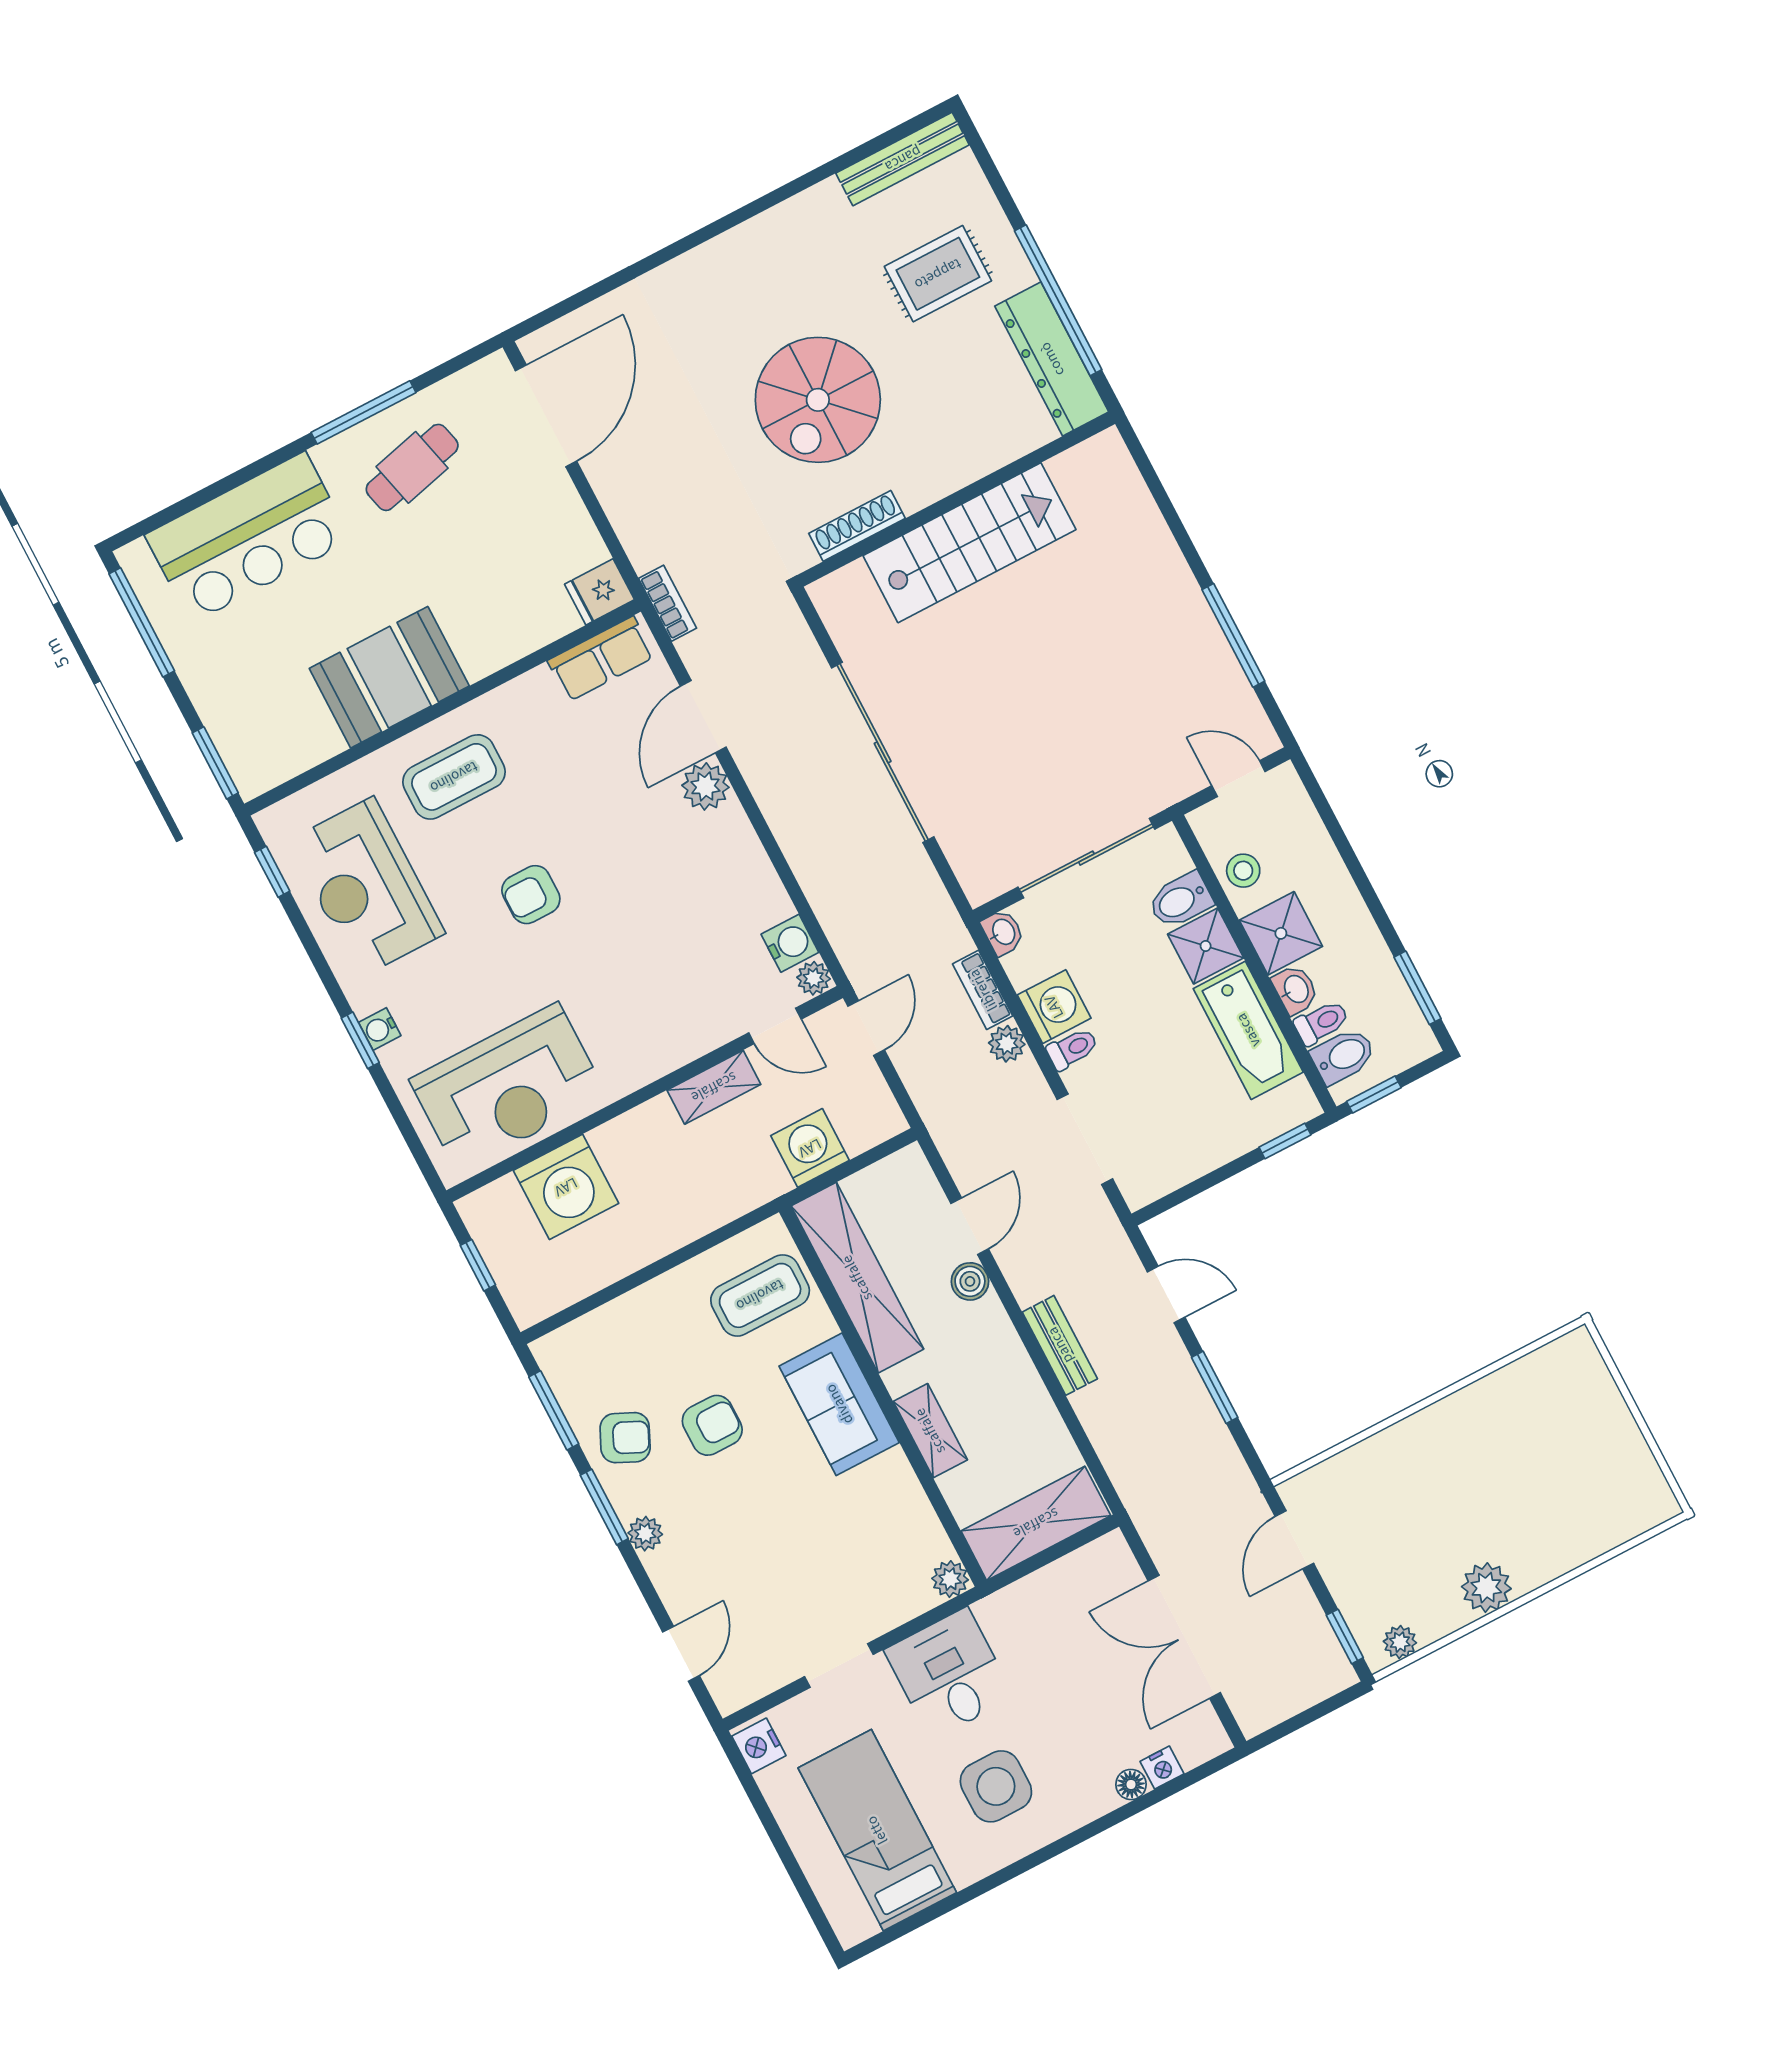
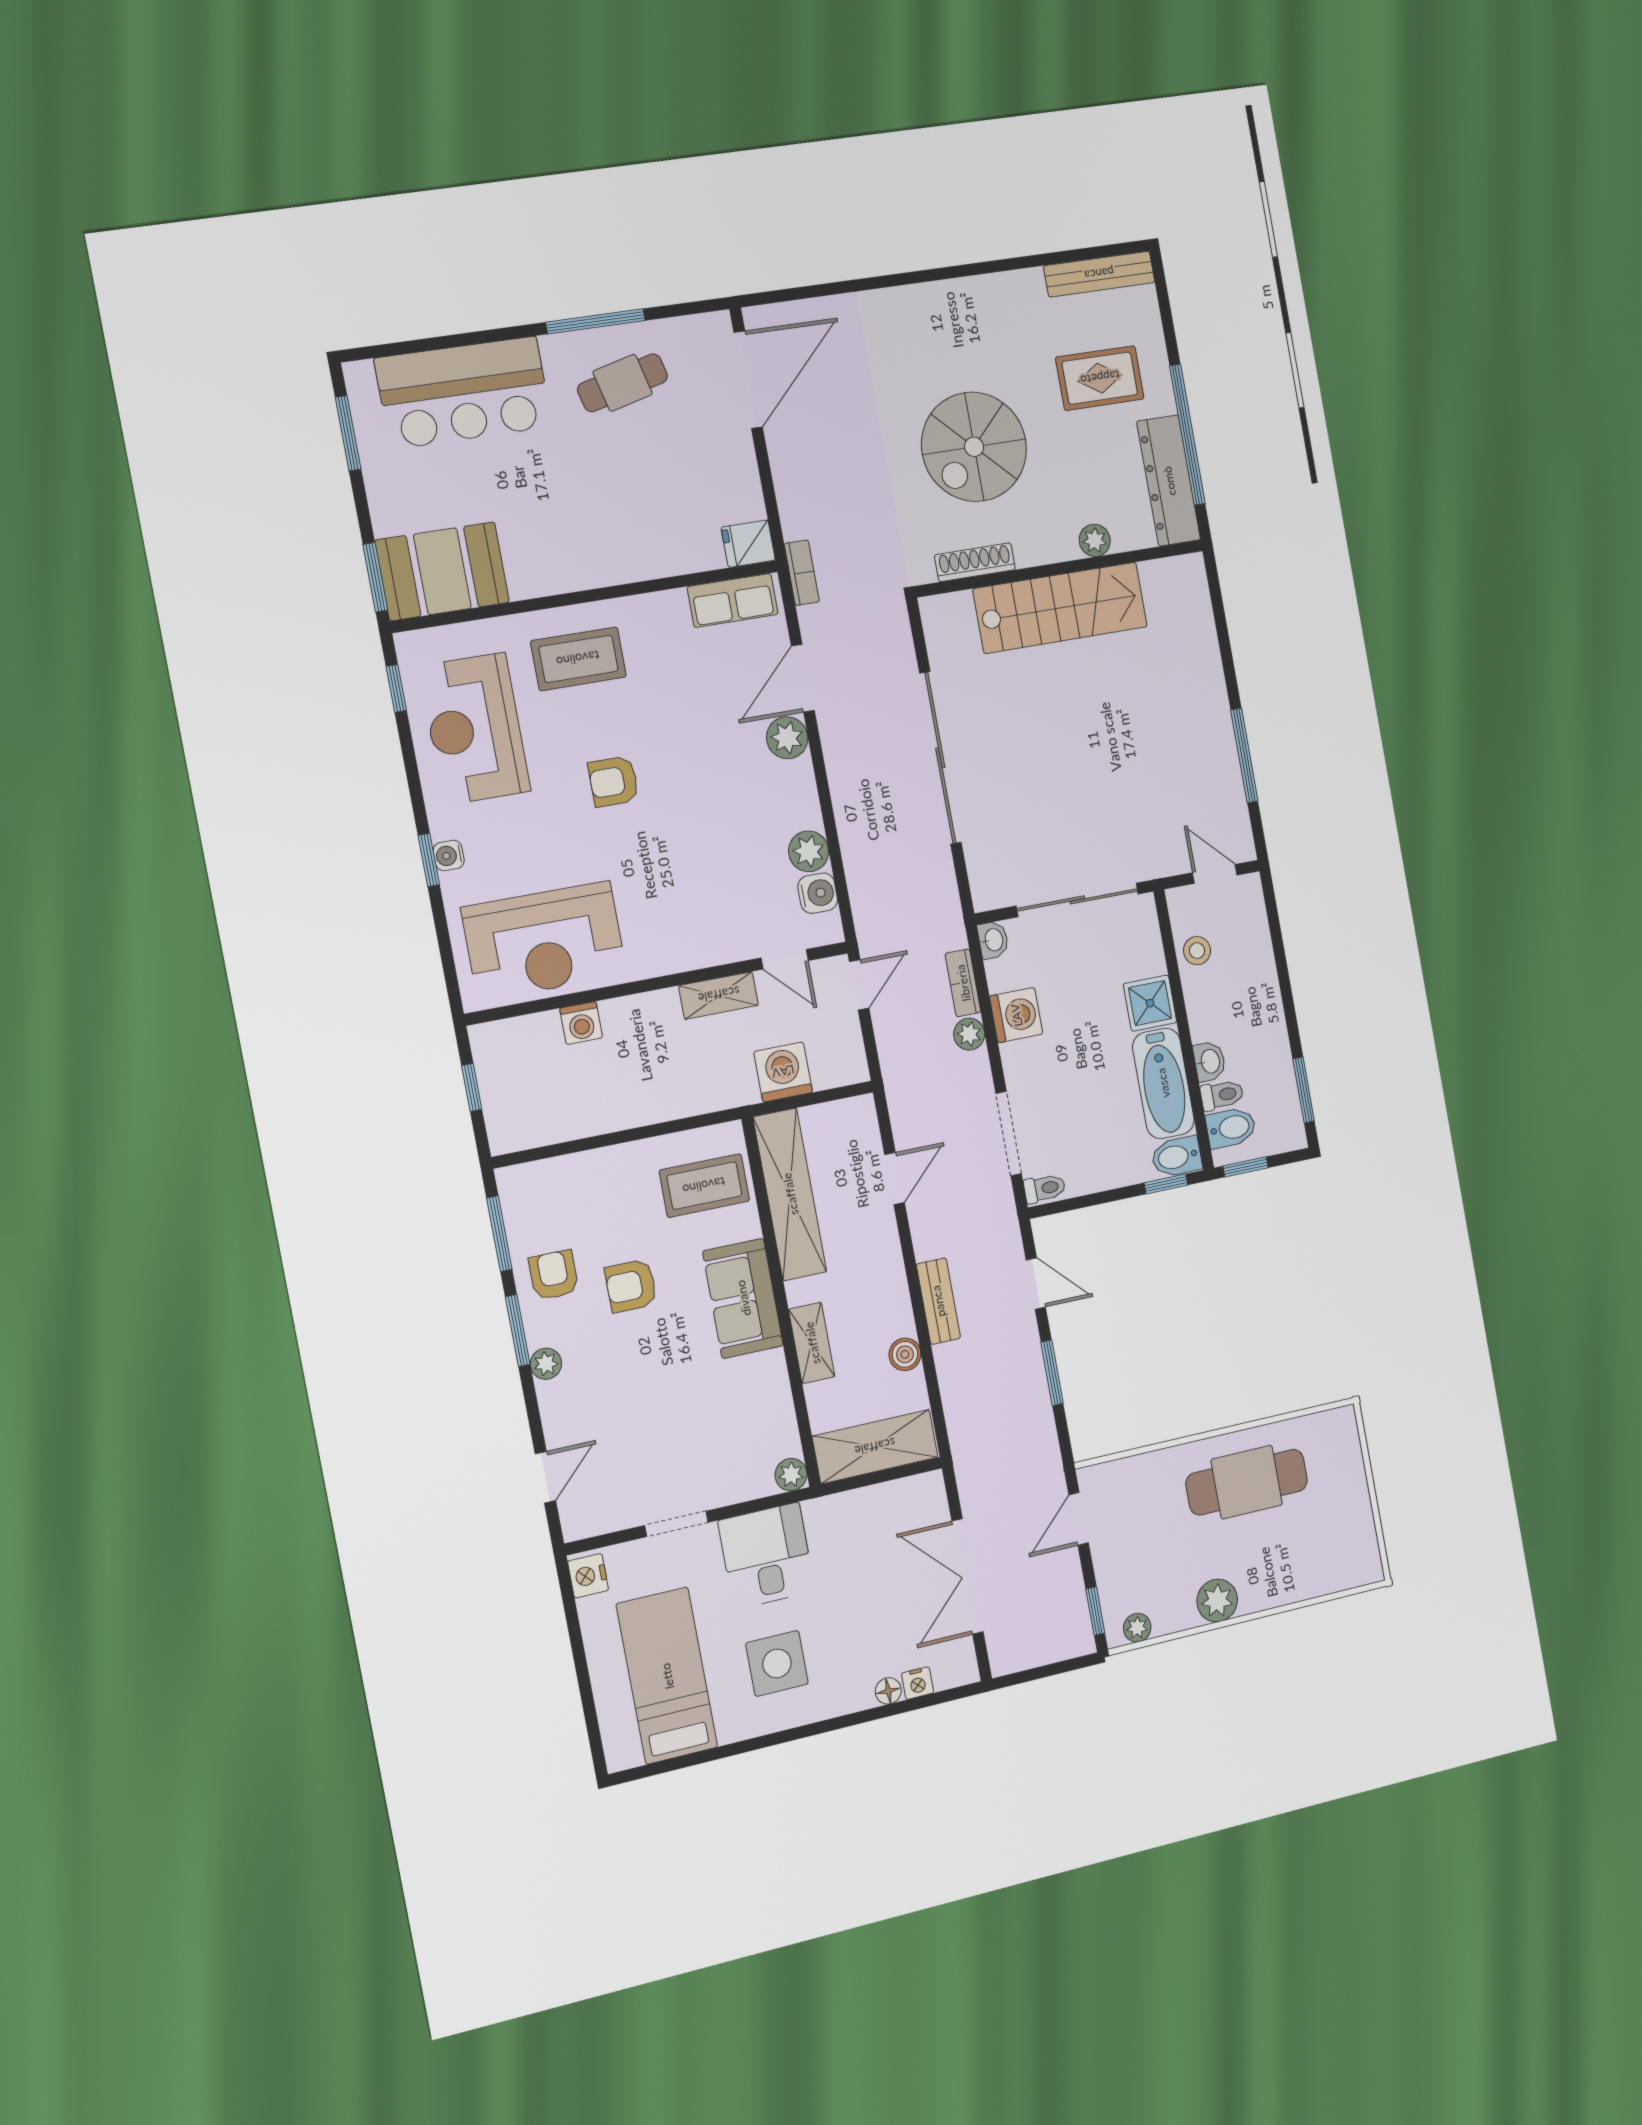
plant: (986, 455) -> (1095, 540), added
window: (142, 622) -> (348, 433), width x0.69
booth: (389, 677) -> (442, 571), moved
bidet: (1180, 900) -> (1177, 1157), moved
shower: (1281, 933) -> (1211, 1012), removed
plant: (814, 978) -> (809, 851), moved, width x1.38, depth x1.38
toilet: (1072, 1049) -> (1045, 1188), moved
washing machine: (566, 1187) -> (581, 1023), width x0.53, depth x0.53
boiler: (970, 1281) -> (905, 1354), moved
armchair: (712, 1425) -> (631, 1286), turned 180
armchair: (625, 1438) -> (554, 1275), turned -115
cafe table: (1482, 1446) -> (1247, 1482), added

